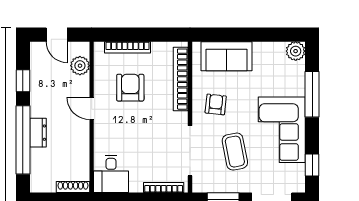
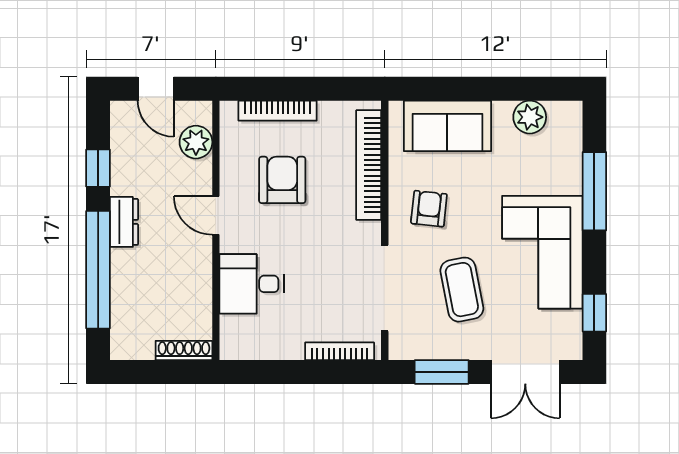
plant: (296, 51) -> (530, 117), moved
dresser: (38, 133) -> (124, 222), moved
desk: (111, 174) -> (252, 284), moved, turned 90

